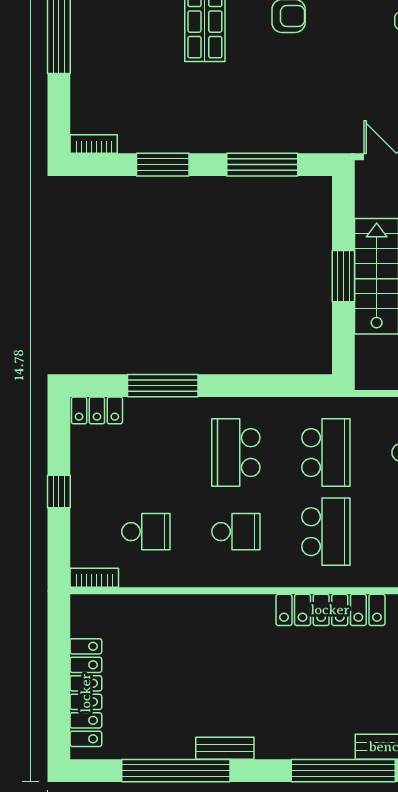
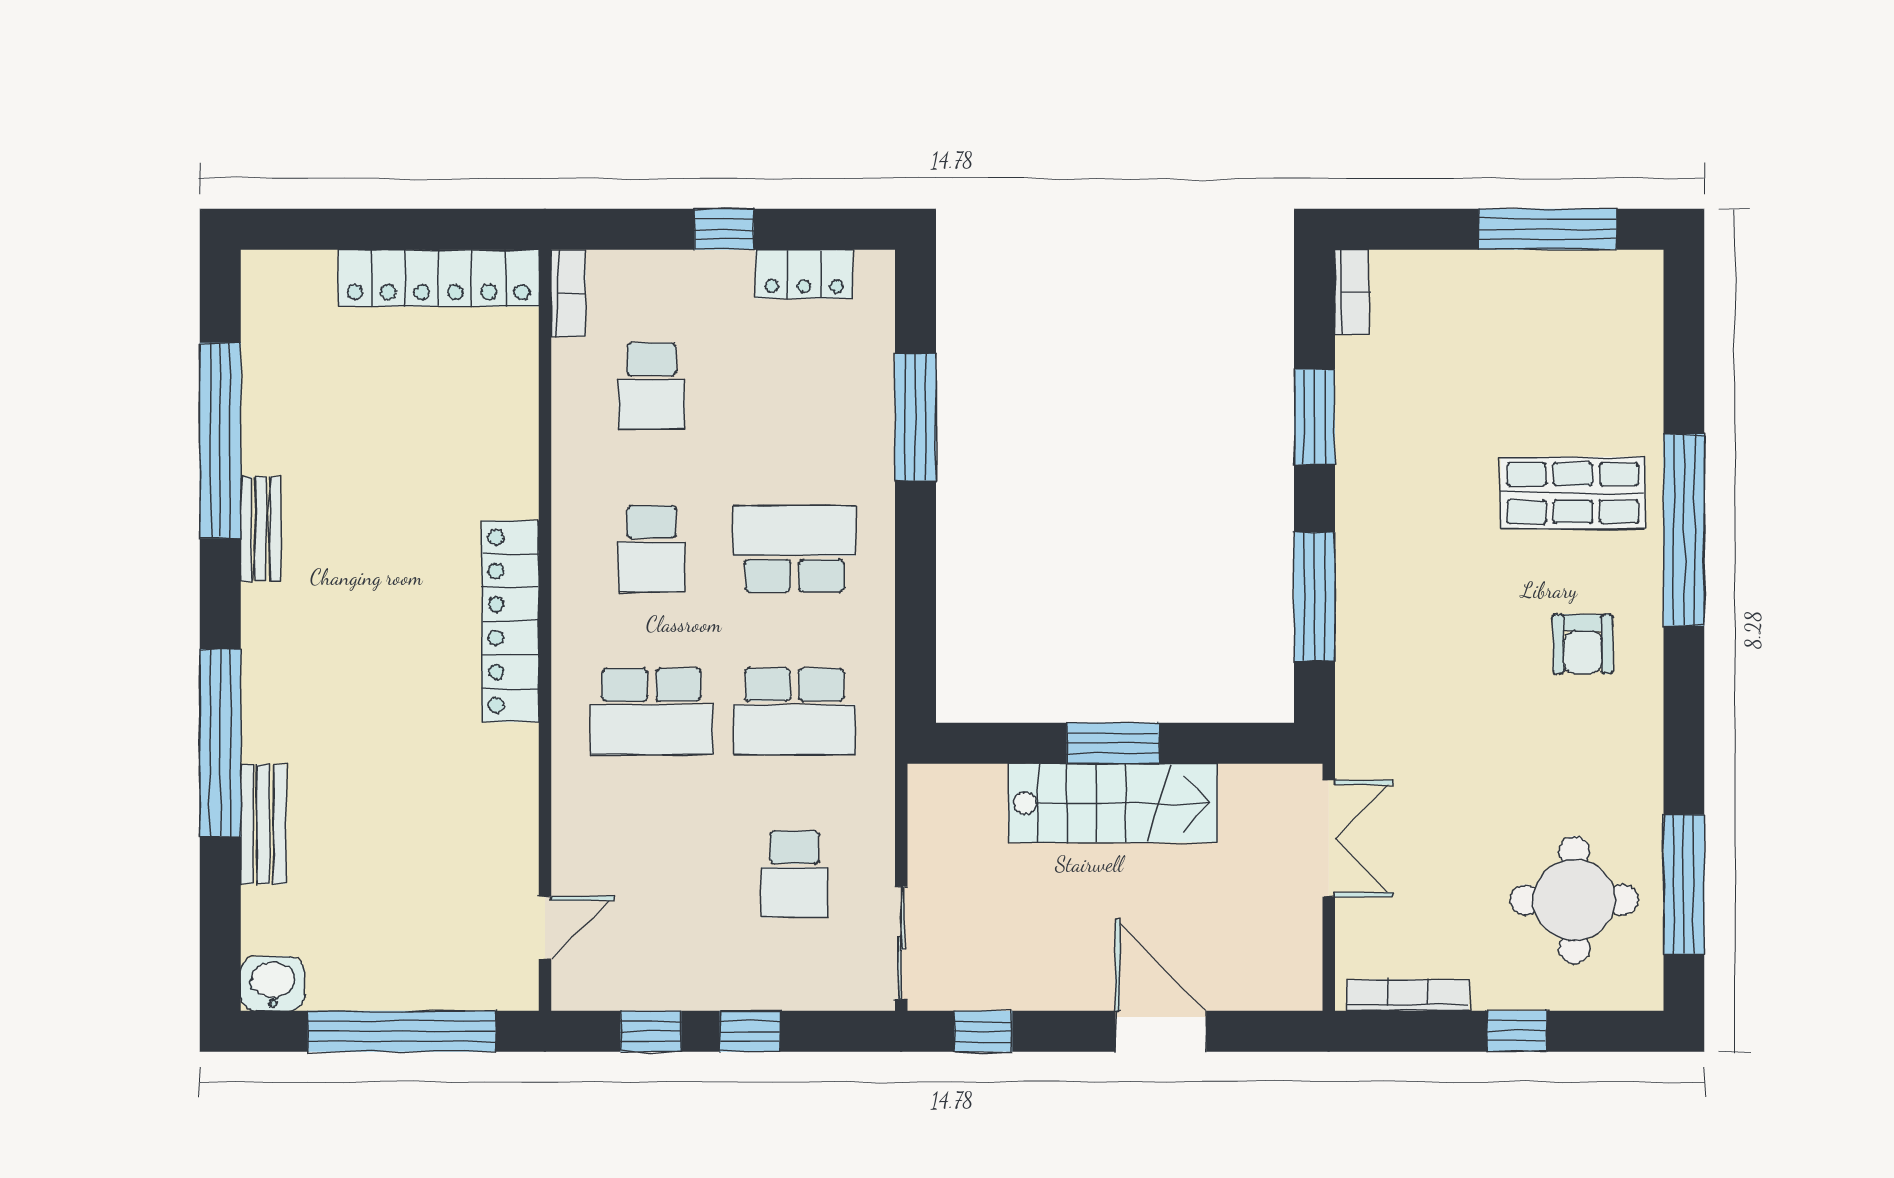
locker: (97, 410) -> (804, 274), moved, turned -90
locker: (330, 610) -> (510, 621), moved
locker: (86, 693) -> (439, 278), moved

